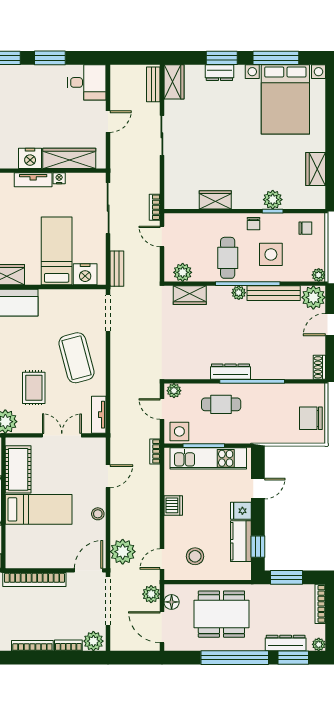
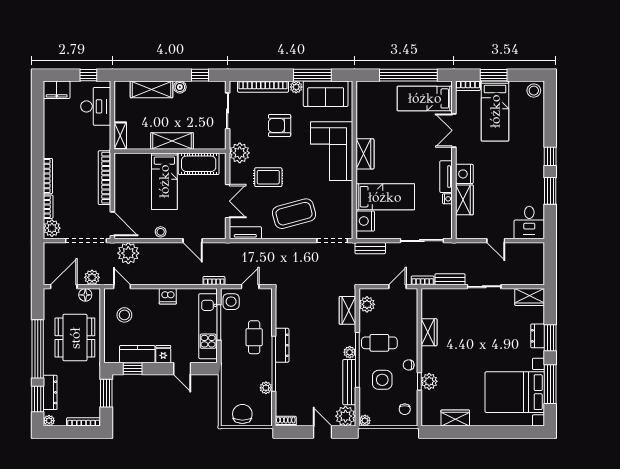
bench: (153, 84) -> (450, 279), moved
wardrobe: (69, 158) -> (464, 200), width x0.67
plant: (174, 391) -> (266, 388), moved

